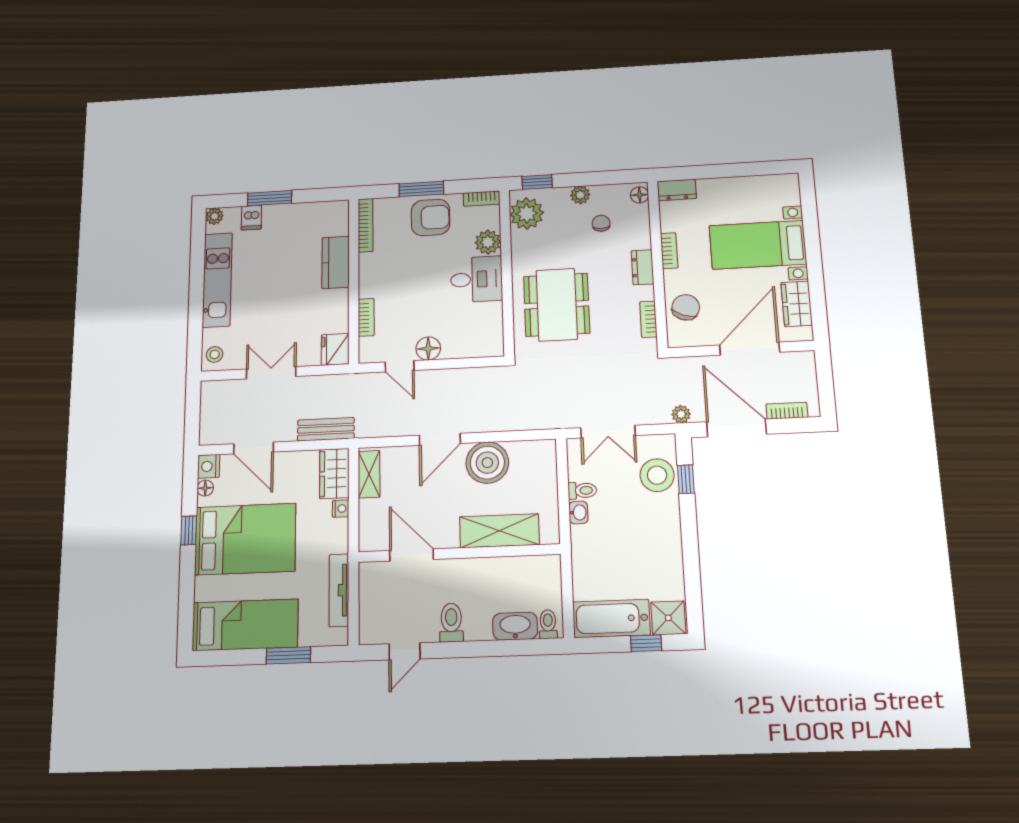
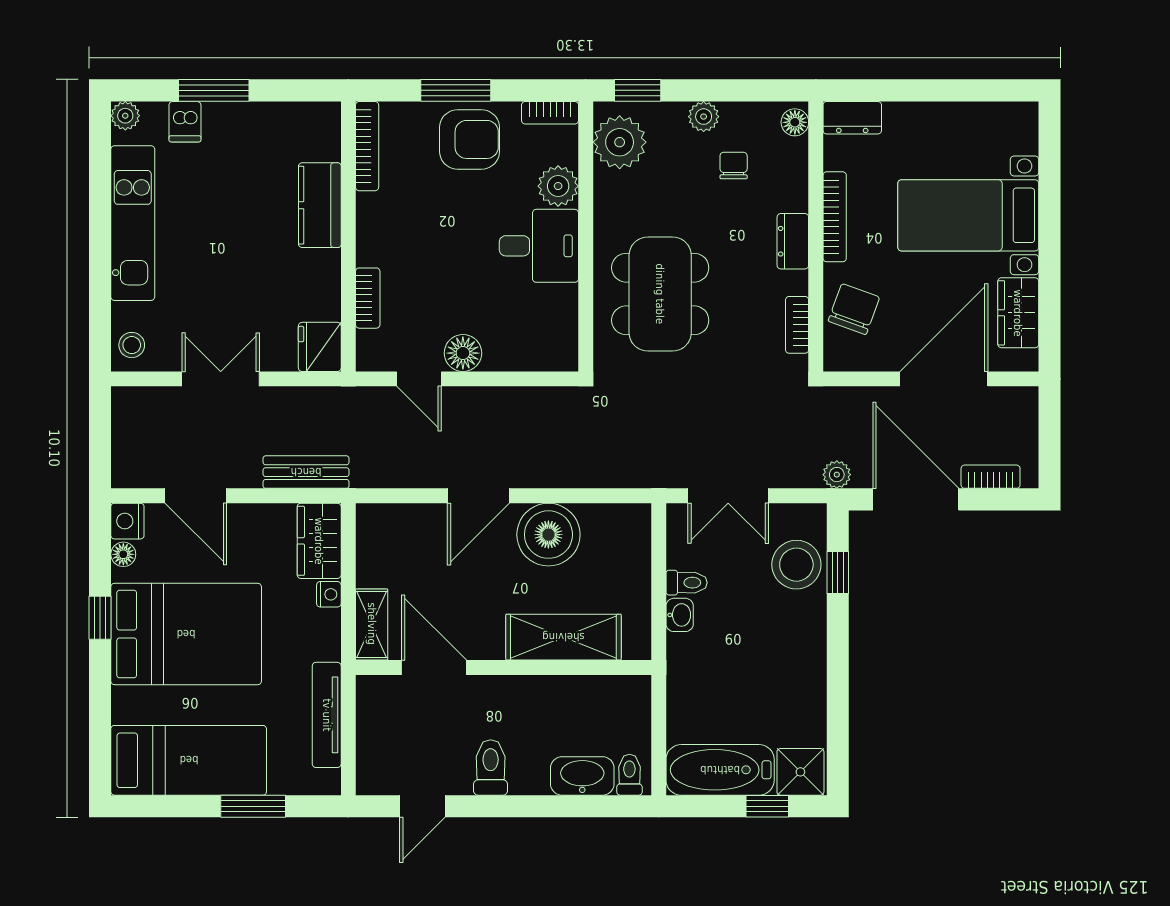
bookcase: (669, 251) -> (835, 217), width x1.56
shelving: (369, 474) -> (372, 624), moved

